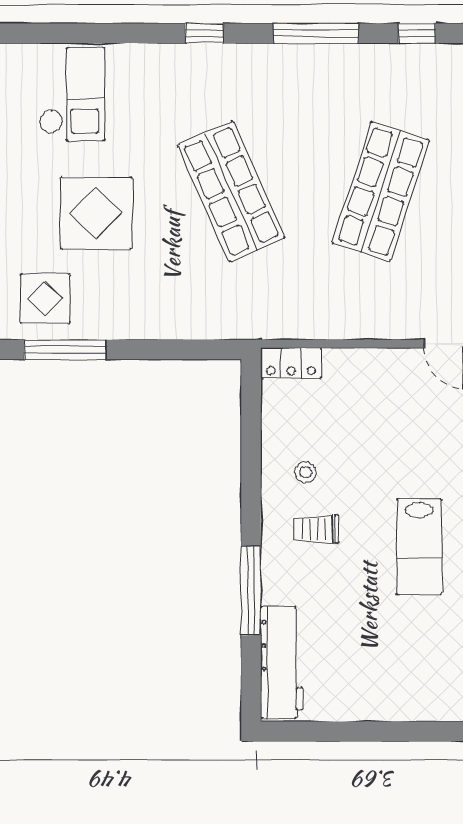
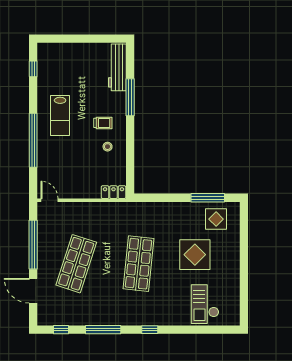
shop shelf: (231, 191) -> (139, 264), turned 30
lab bench: (419, 547) -> (60, 116), turned 180

